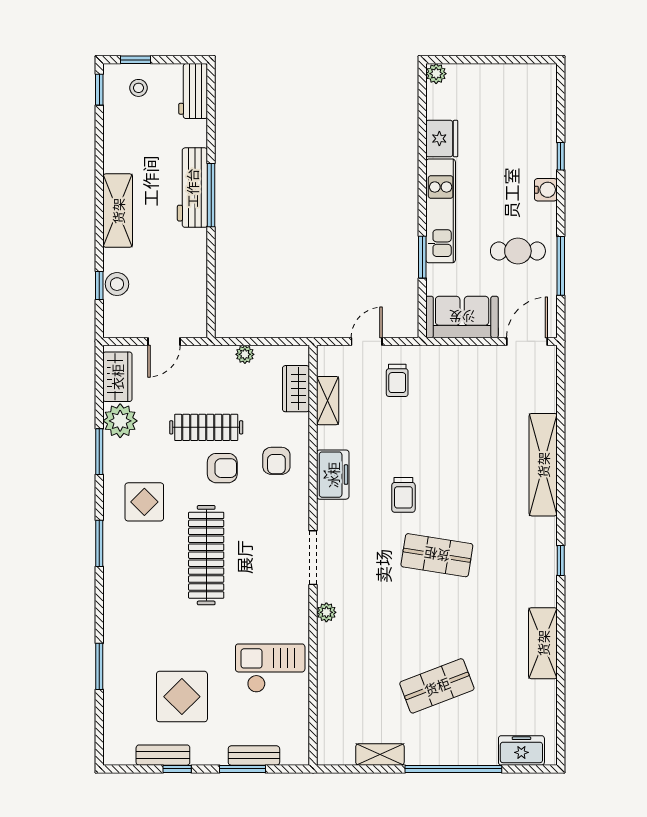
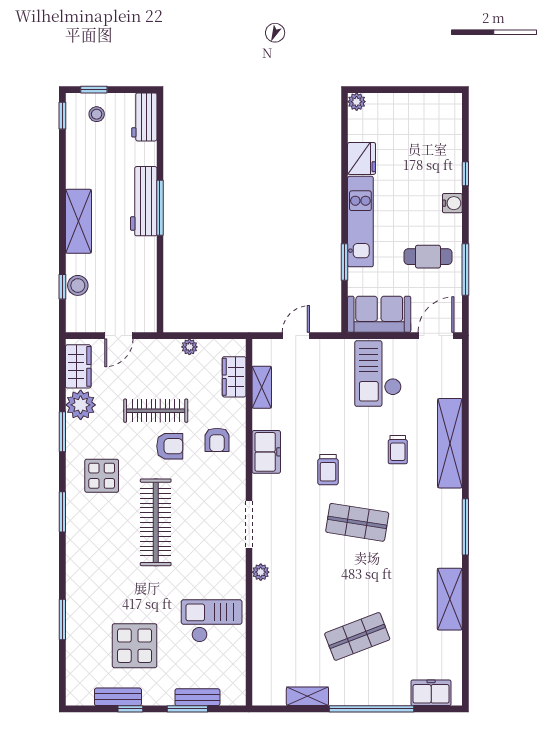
trolley: (397, 380) -> (398, 450), moved
checkout: (461, 385) -> (378, 374), added
window: (561, 561) -> (465, 527), width x2.17

